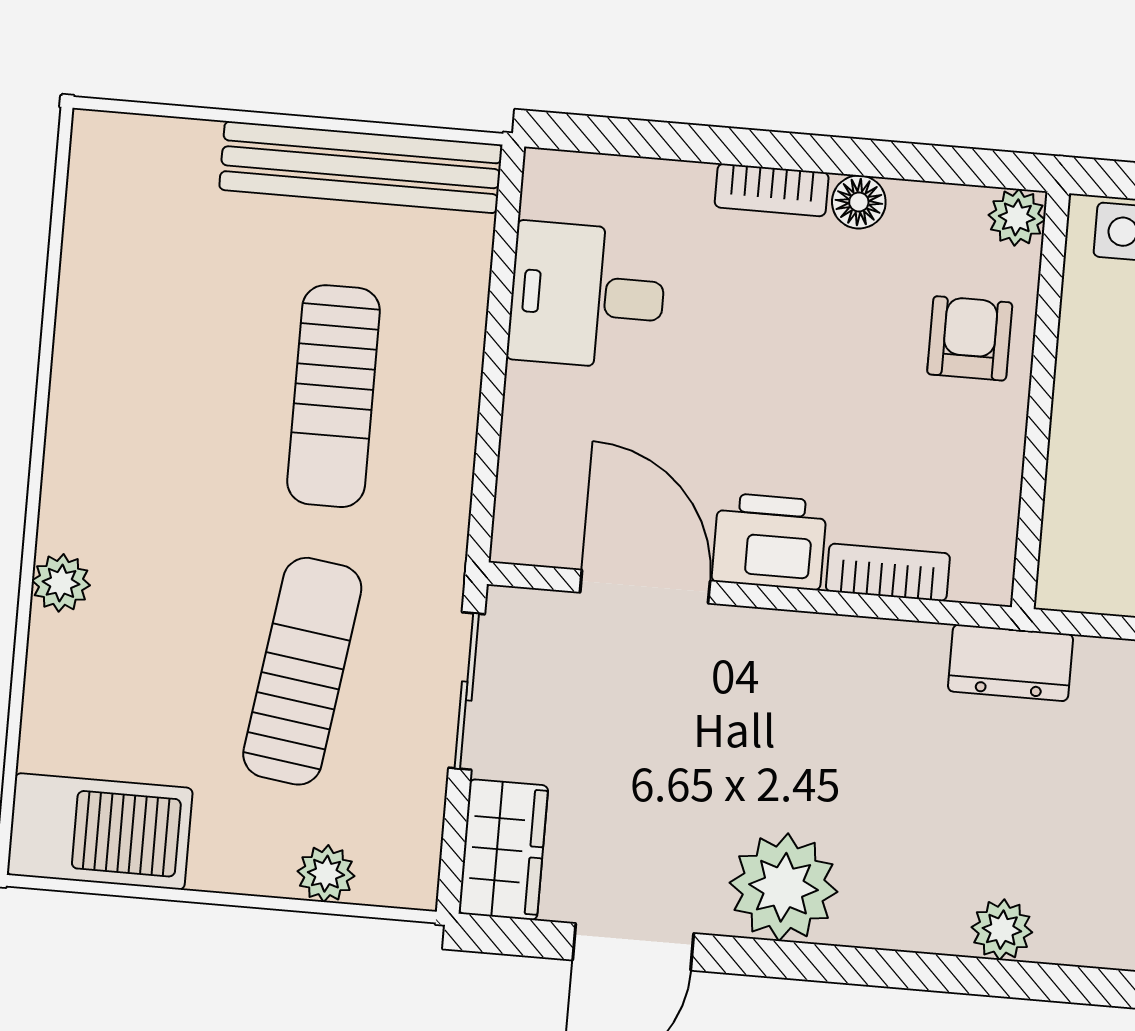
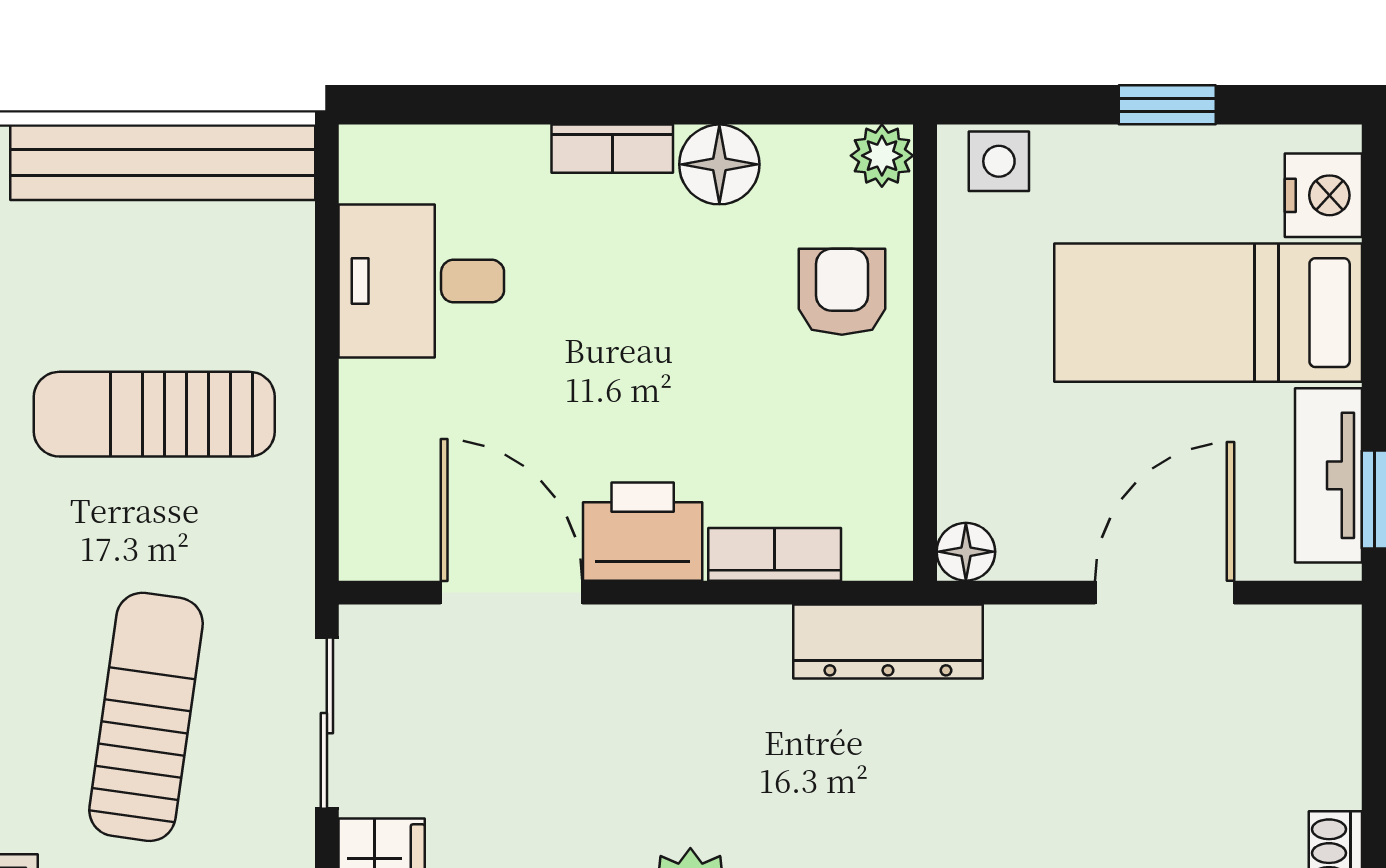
floor lamp: (859, 202) -> (719, 164), width x1.37, depth x1.37
sun lounger: (334, 396) -> (154, 414), turned 90
floor lamp: (1062, 585) -> (966, 552), added
dresser: (1010, 663) -> (888, 641), width x1.44

